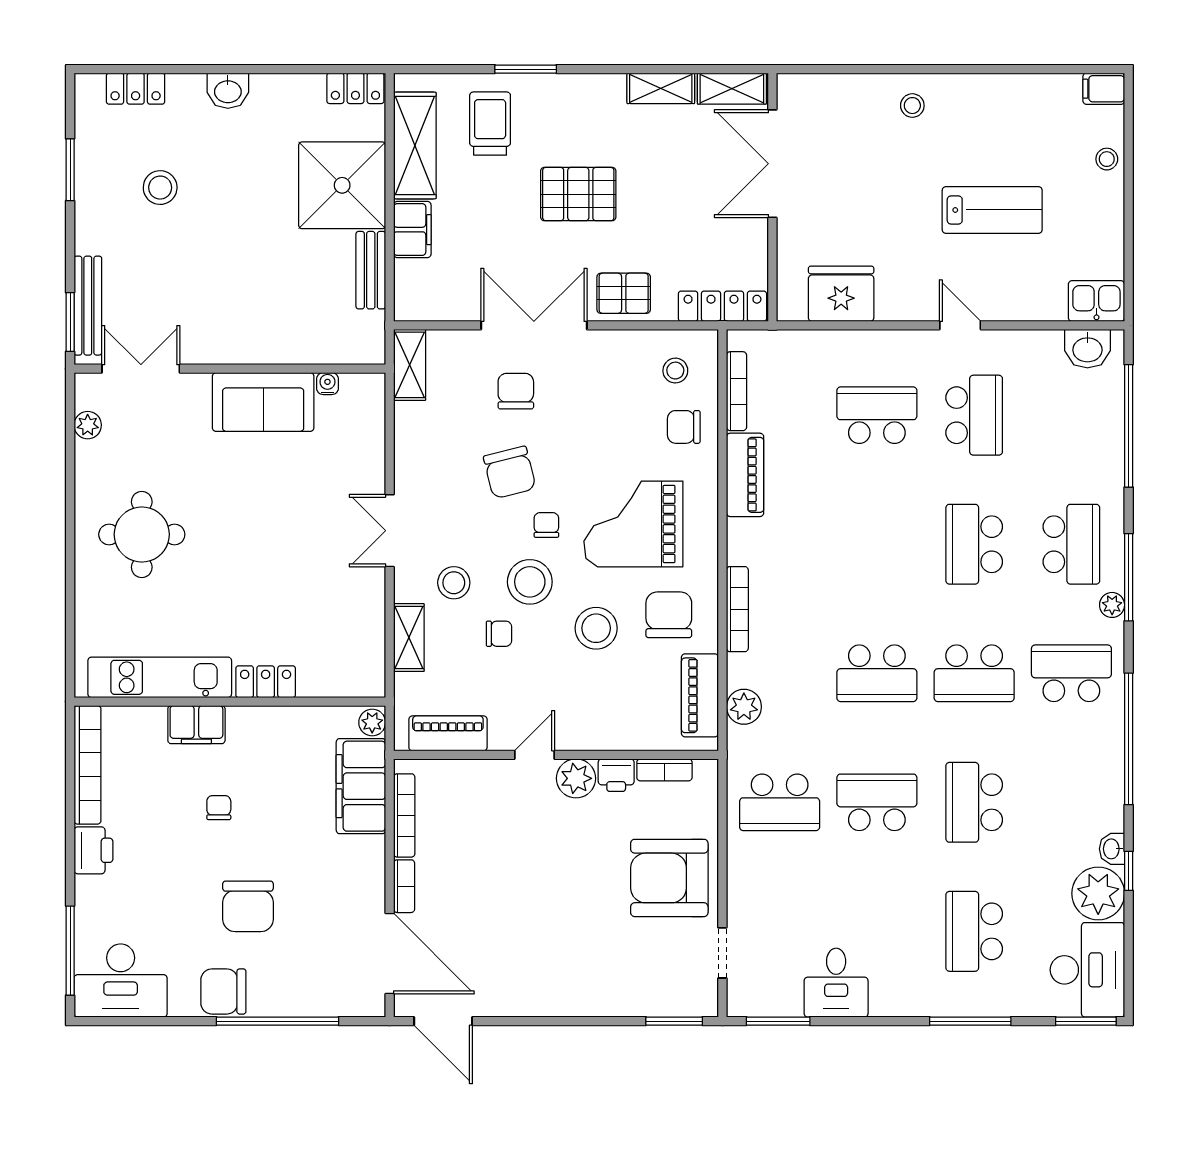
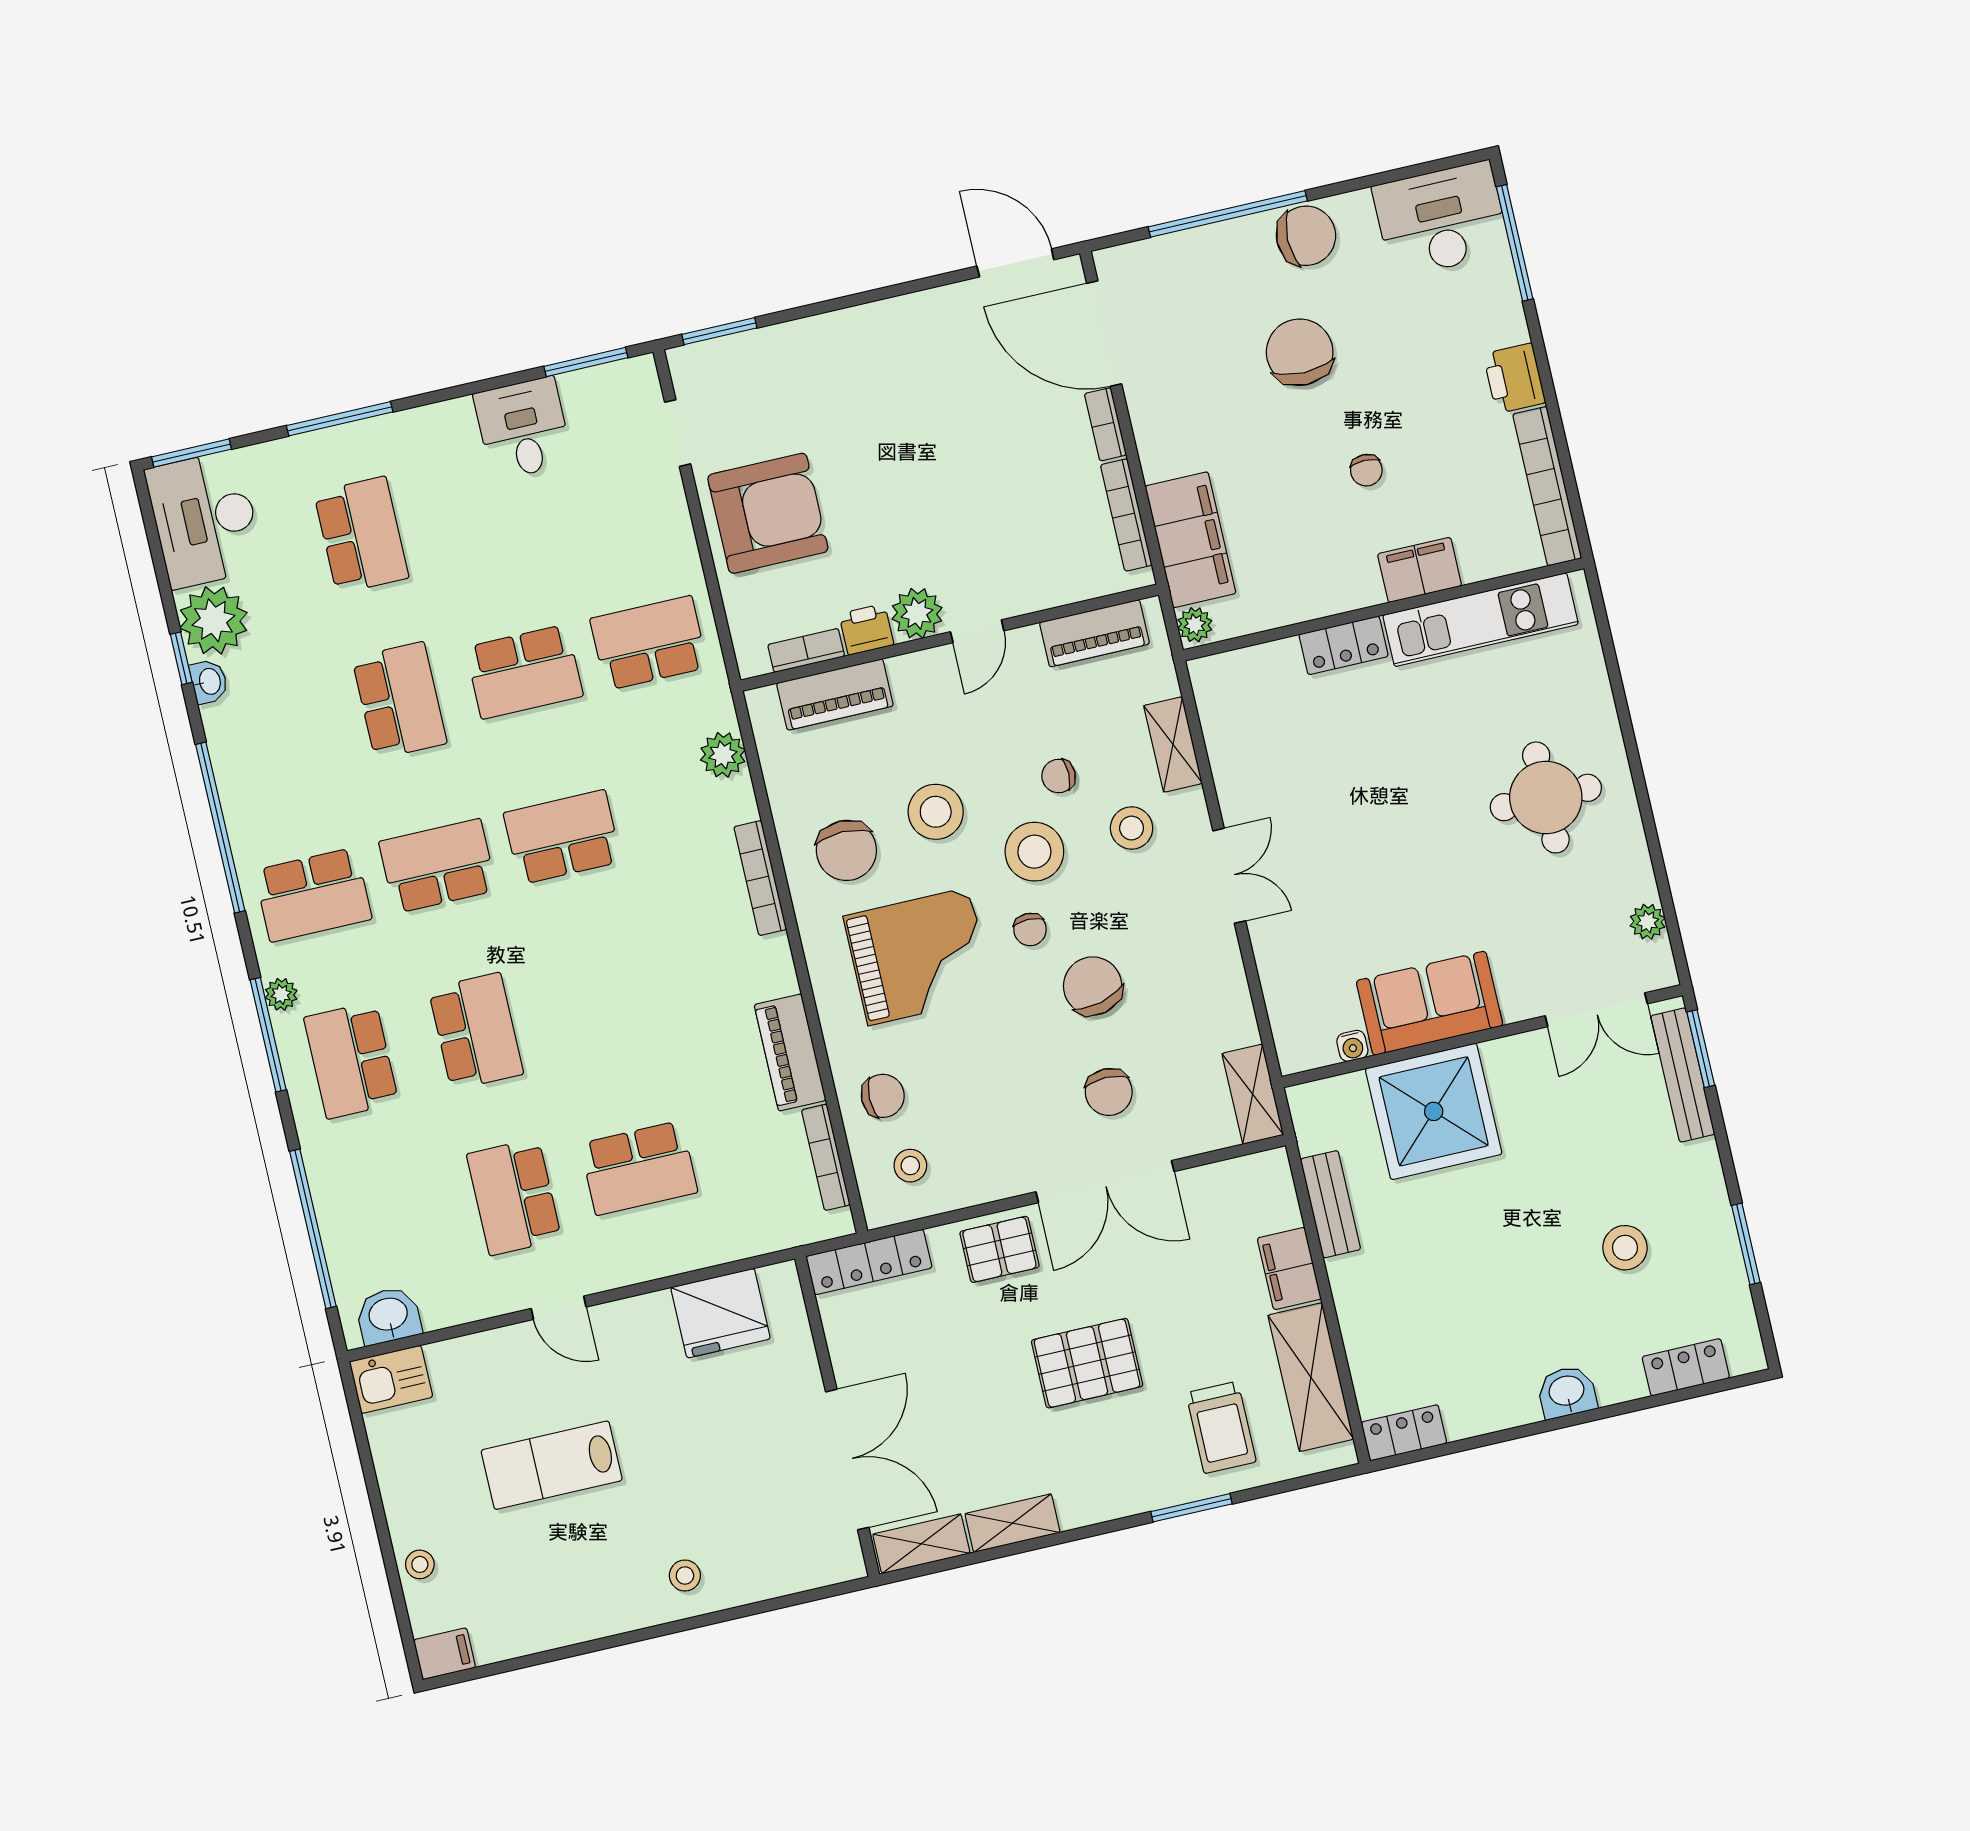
shower: (342, 185) -> (1434, 1111), moved
piano: (700, 695) -> (835, 695), moved, turned 90

